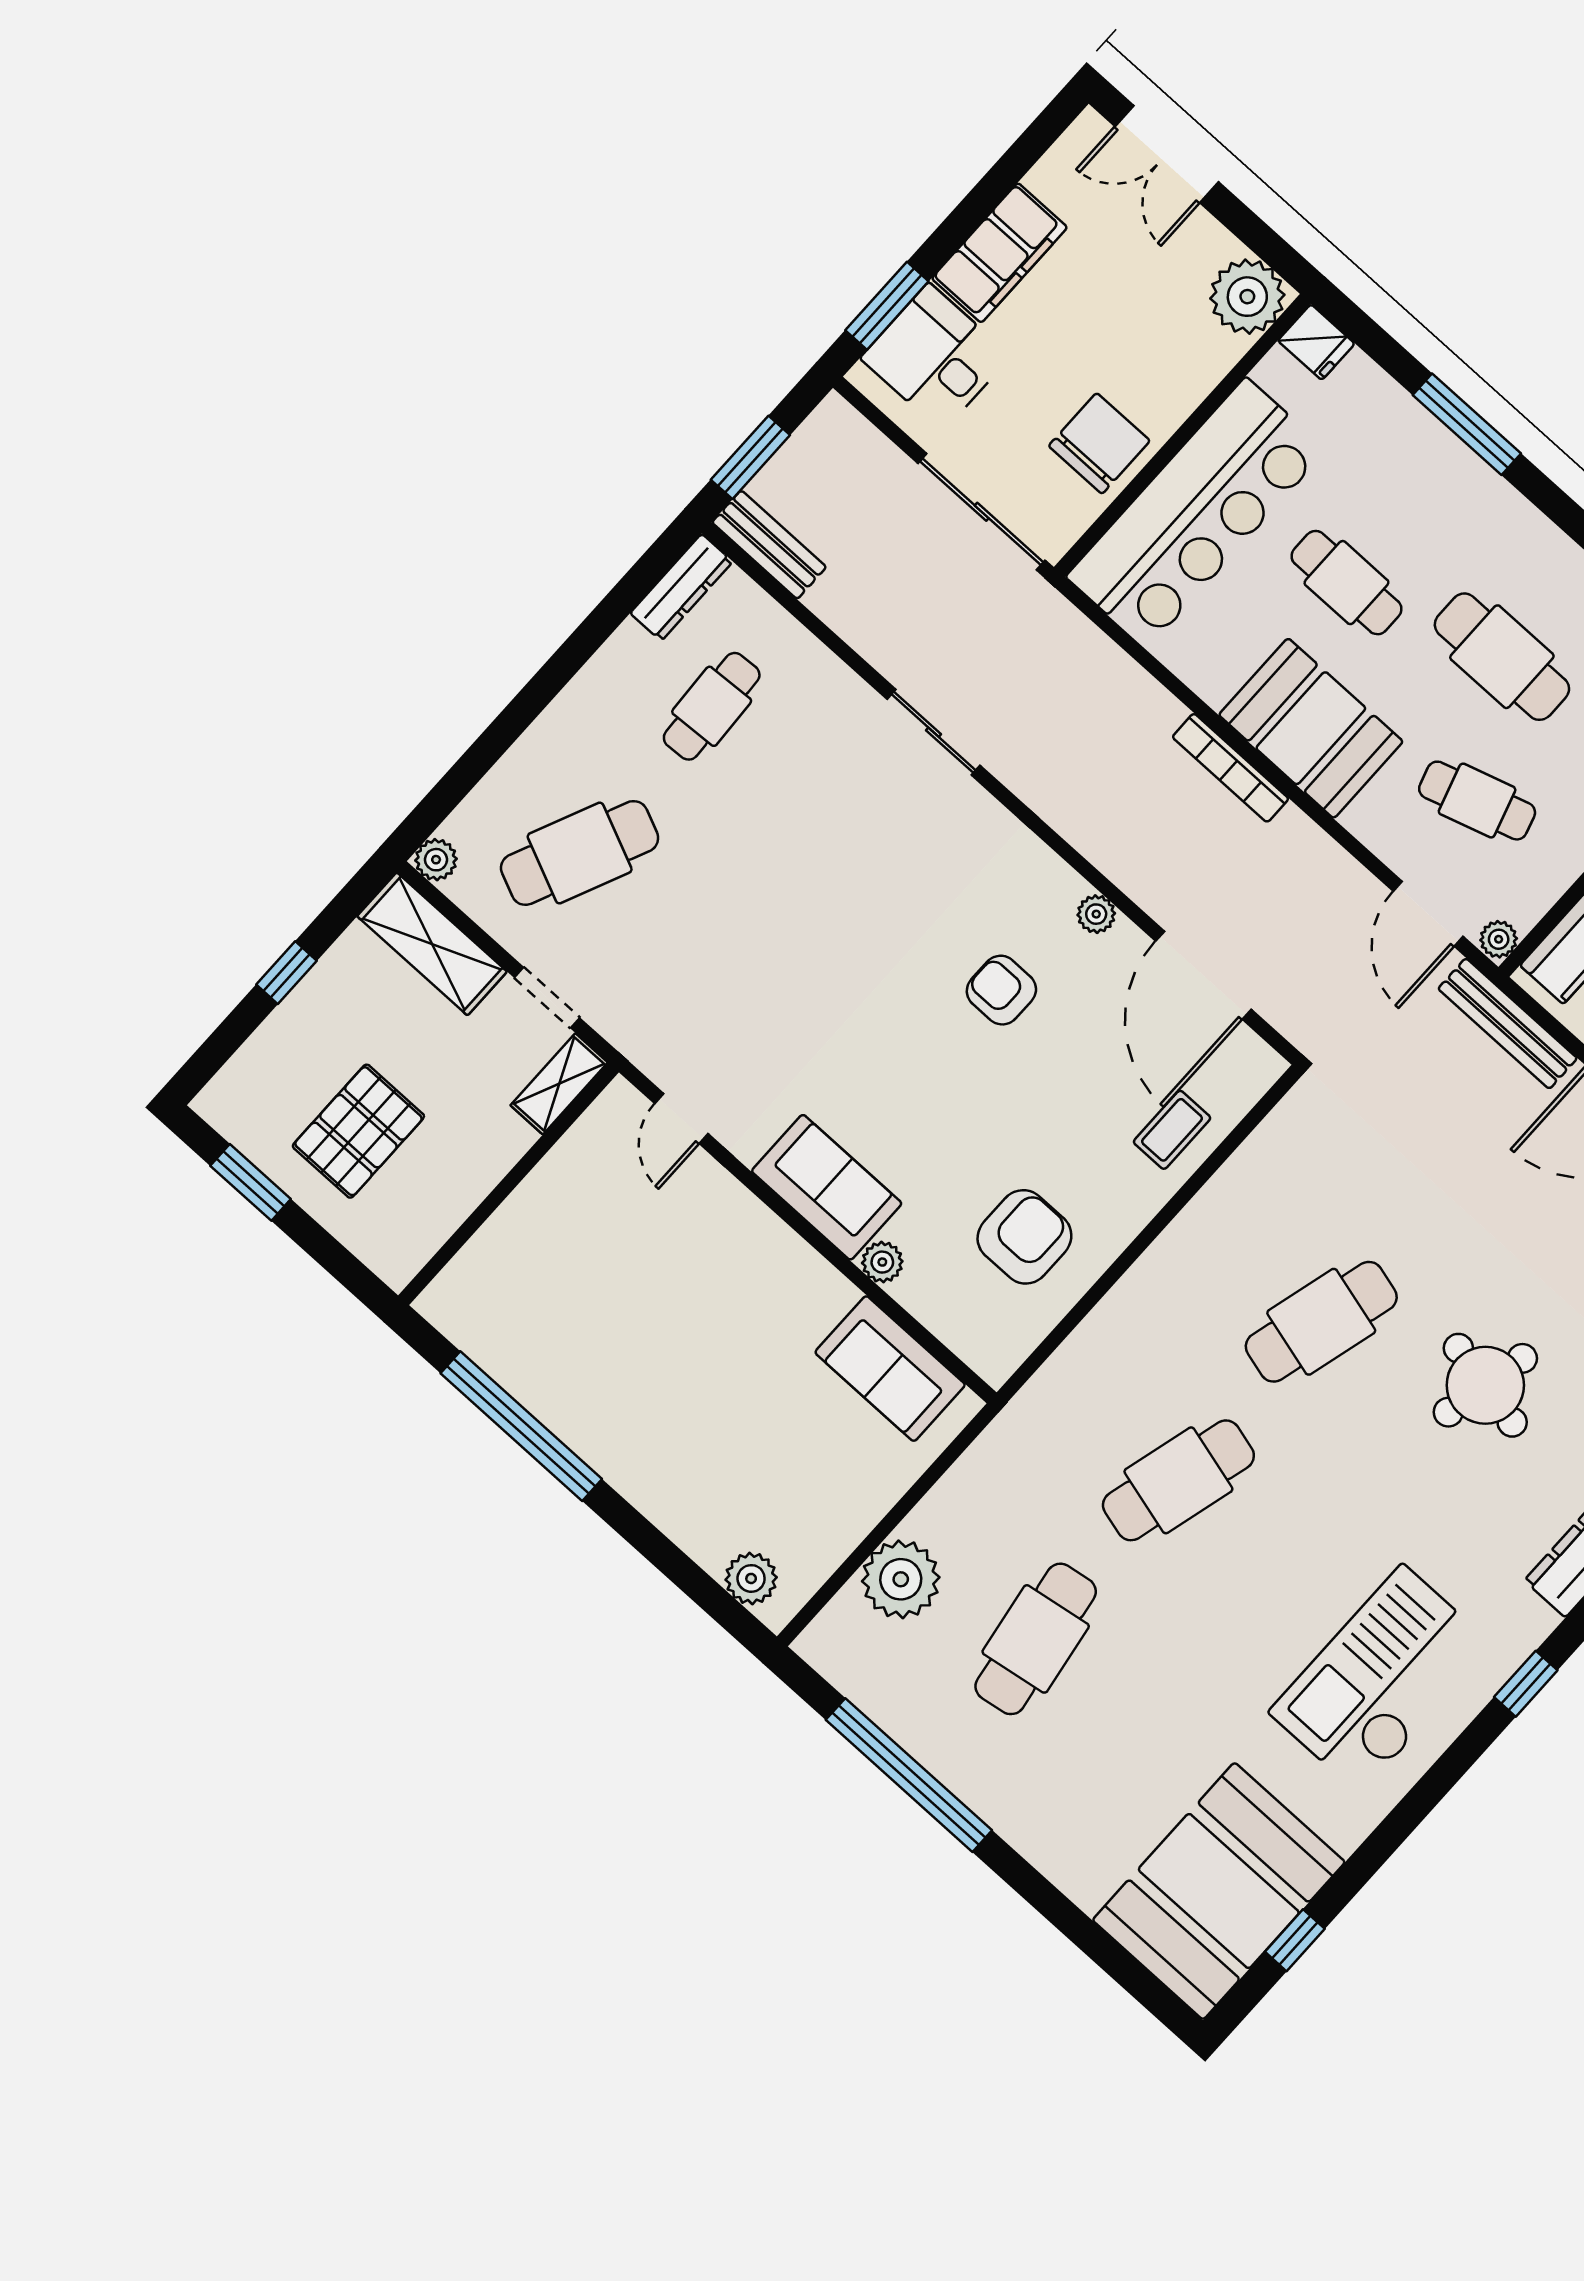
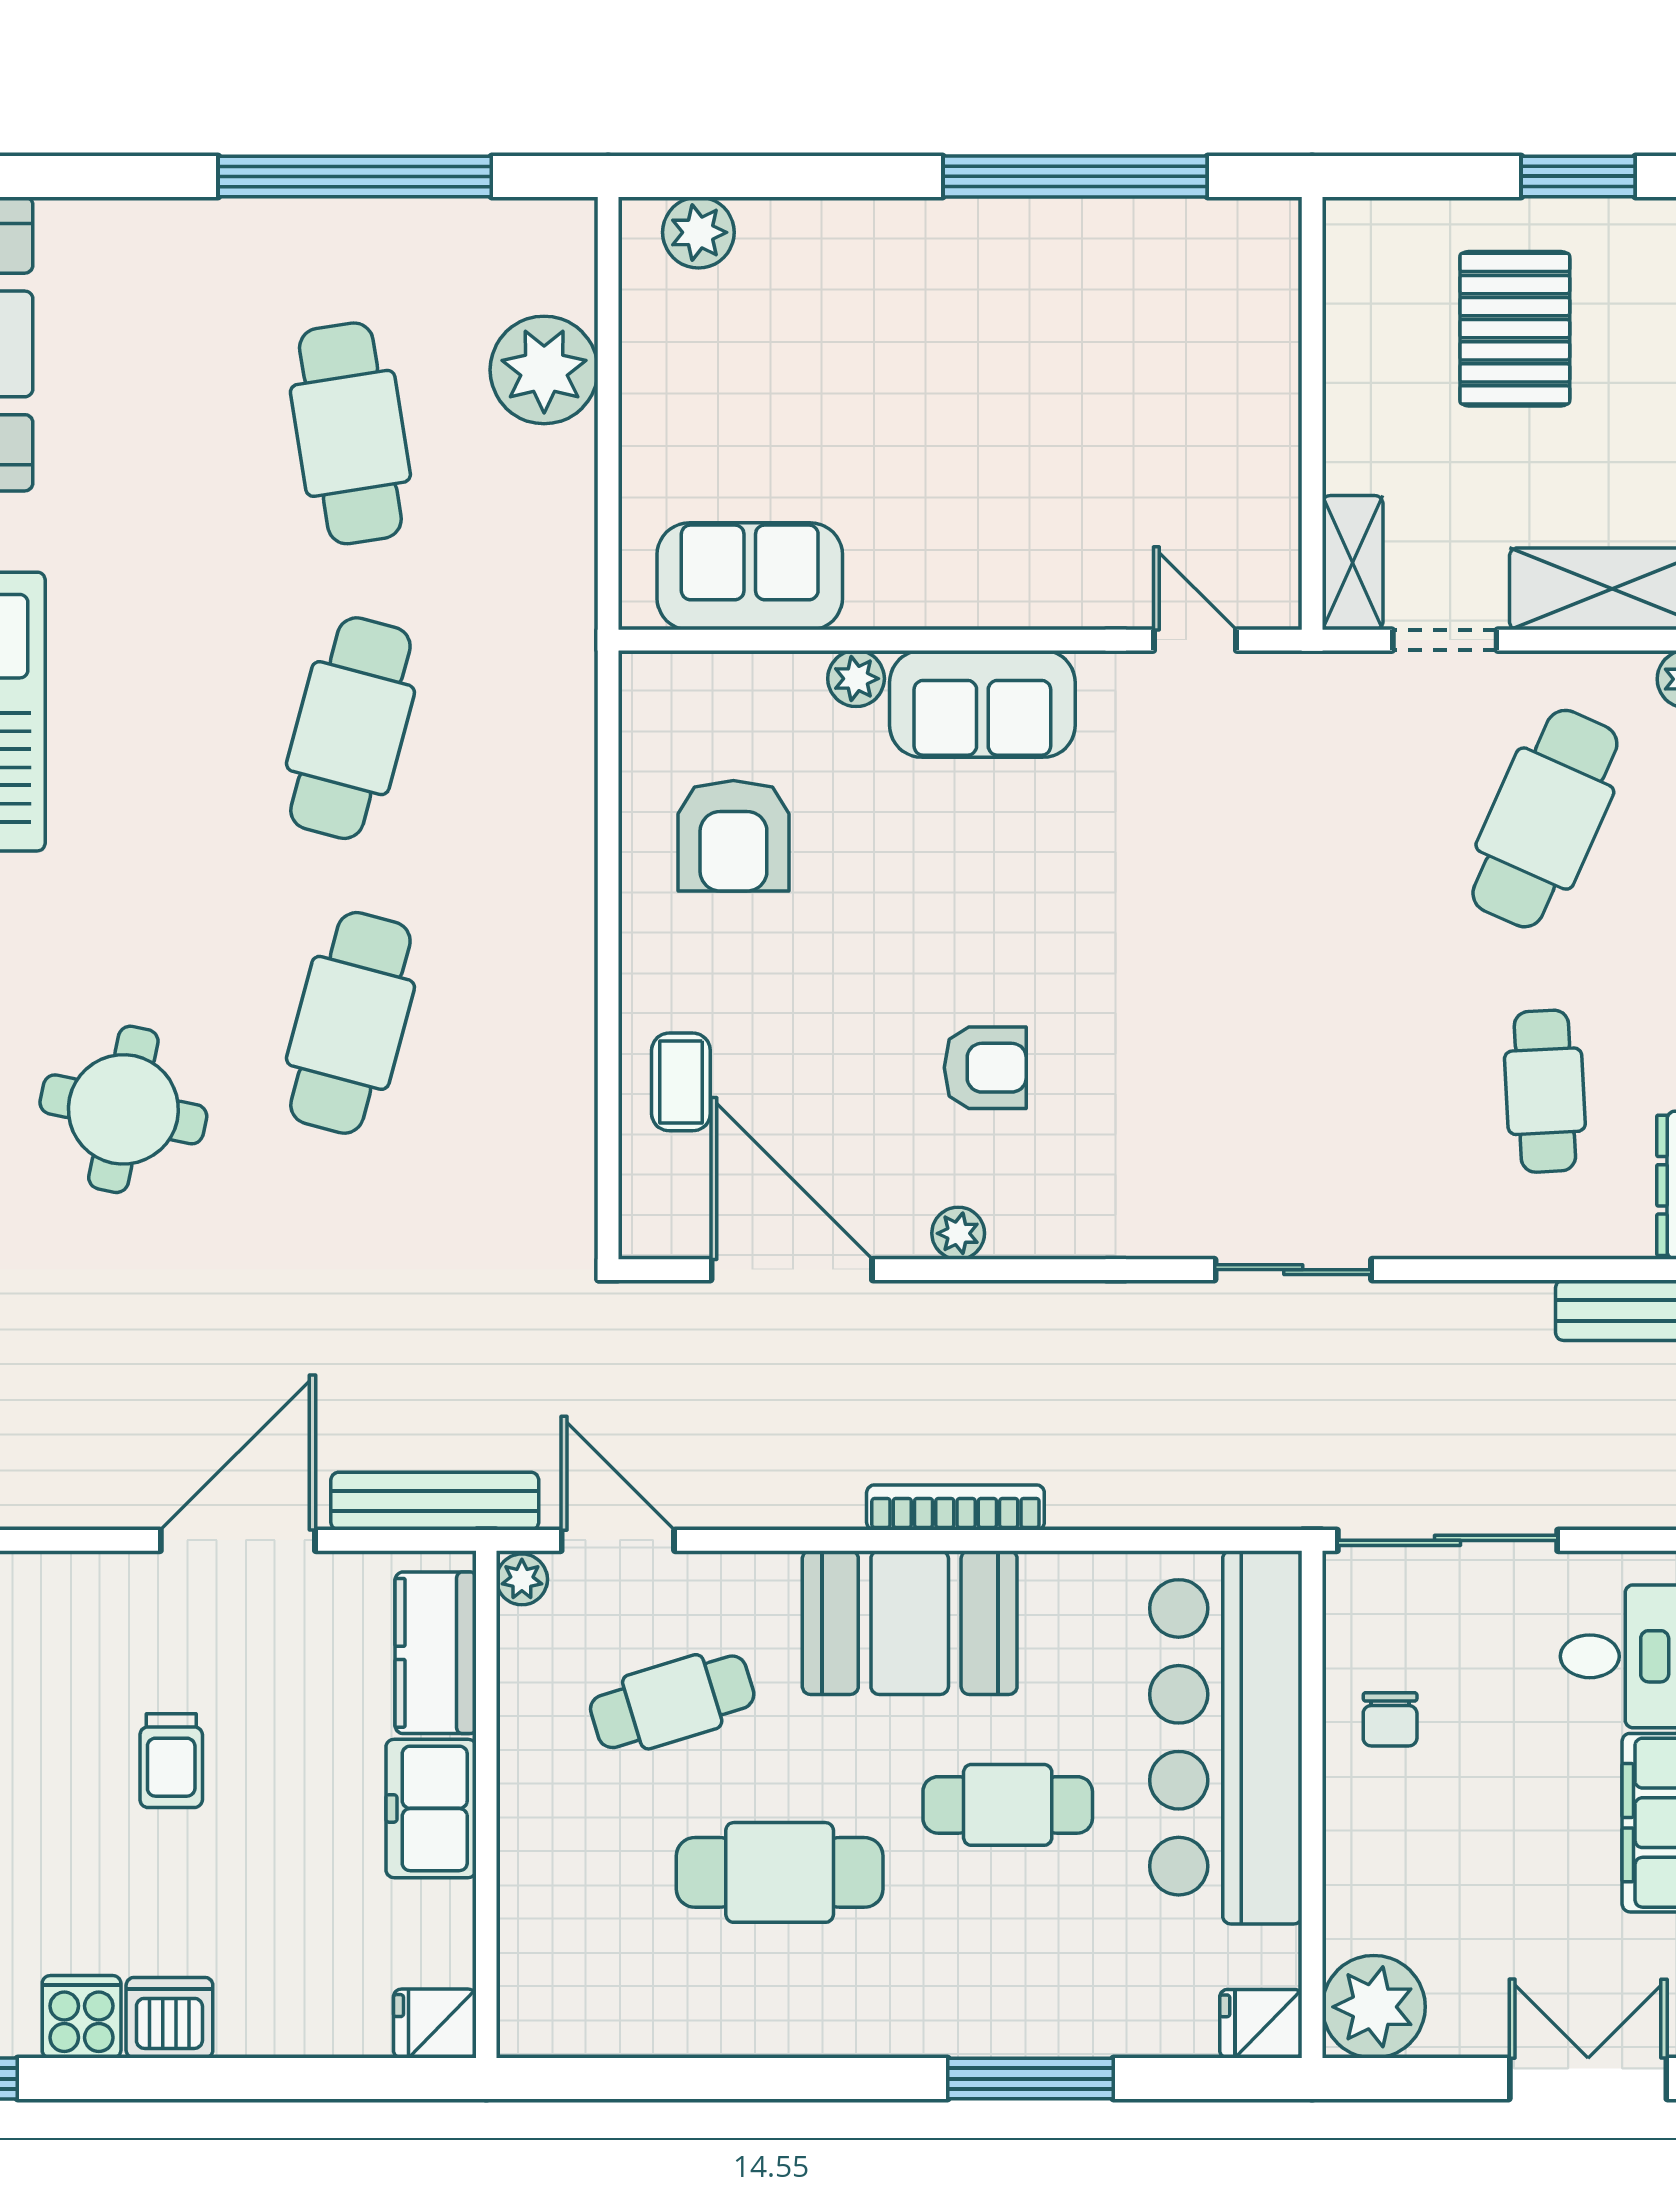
chair: (1099, 443) -> (1390, 1719), width x0.54, depth x0.54

